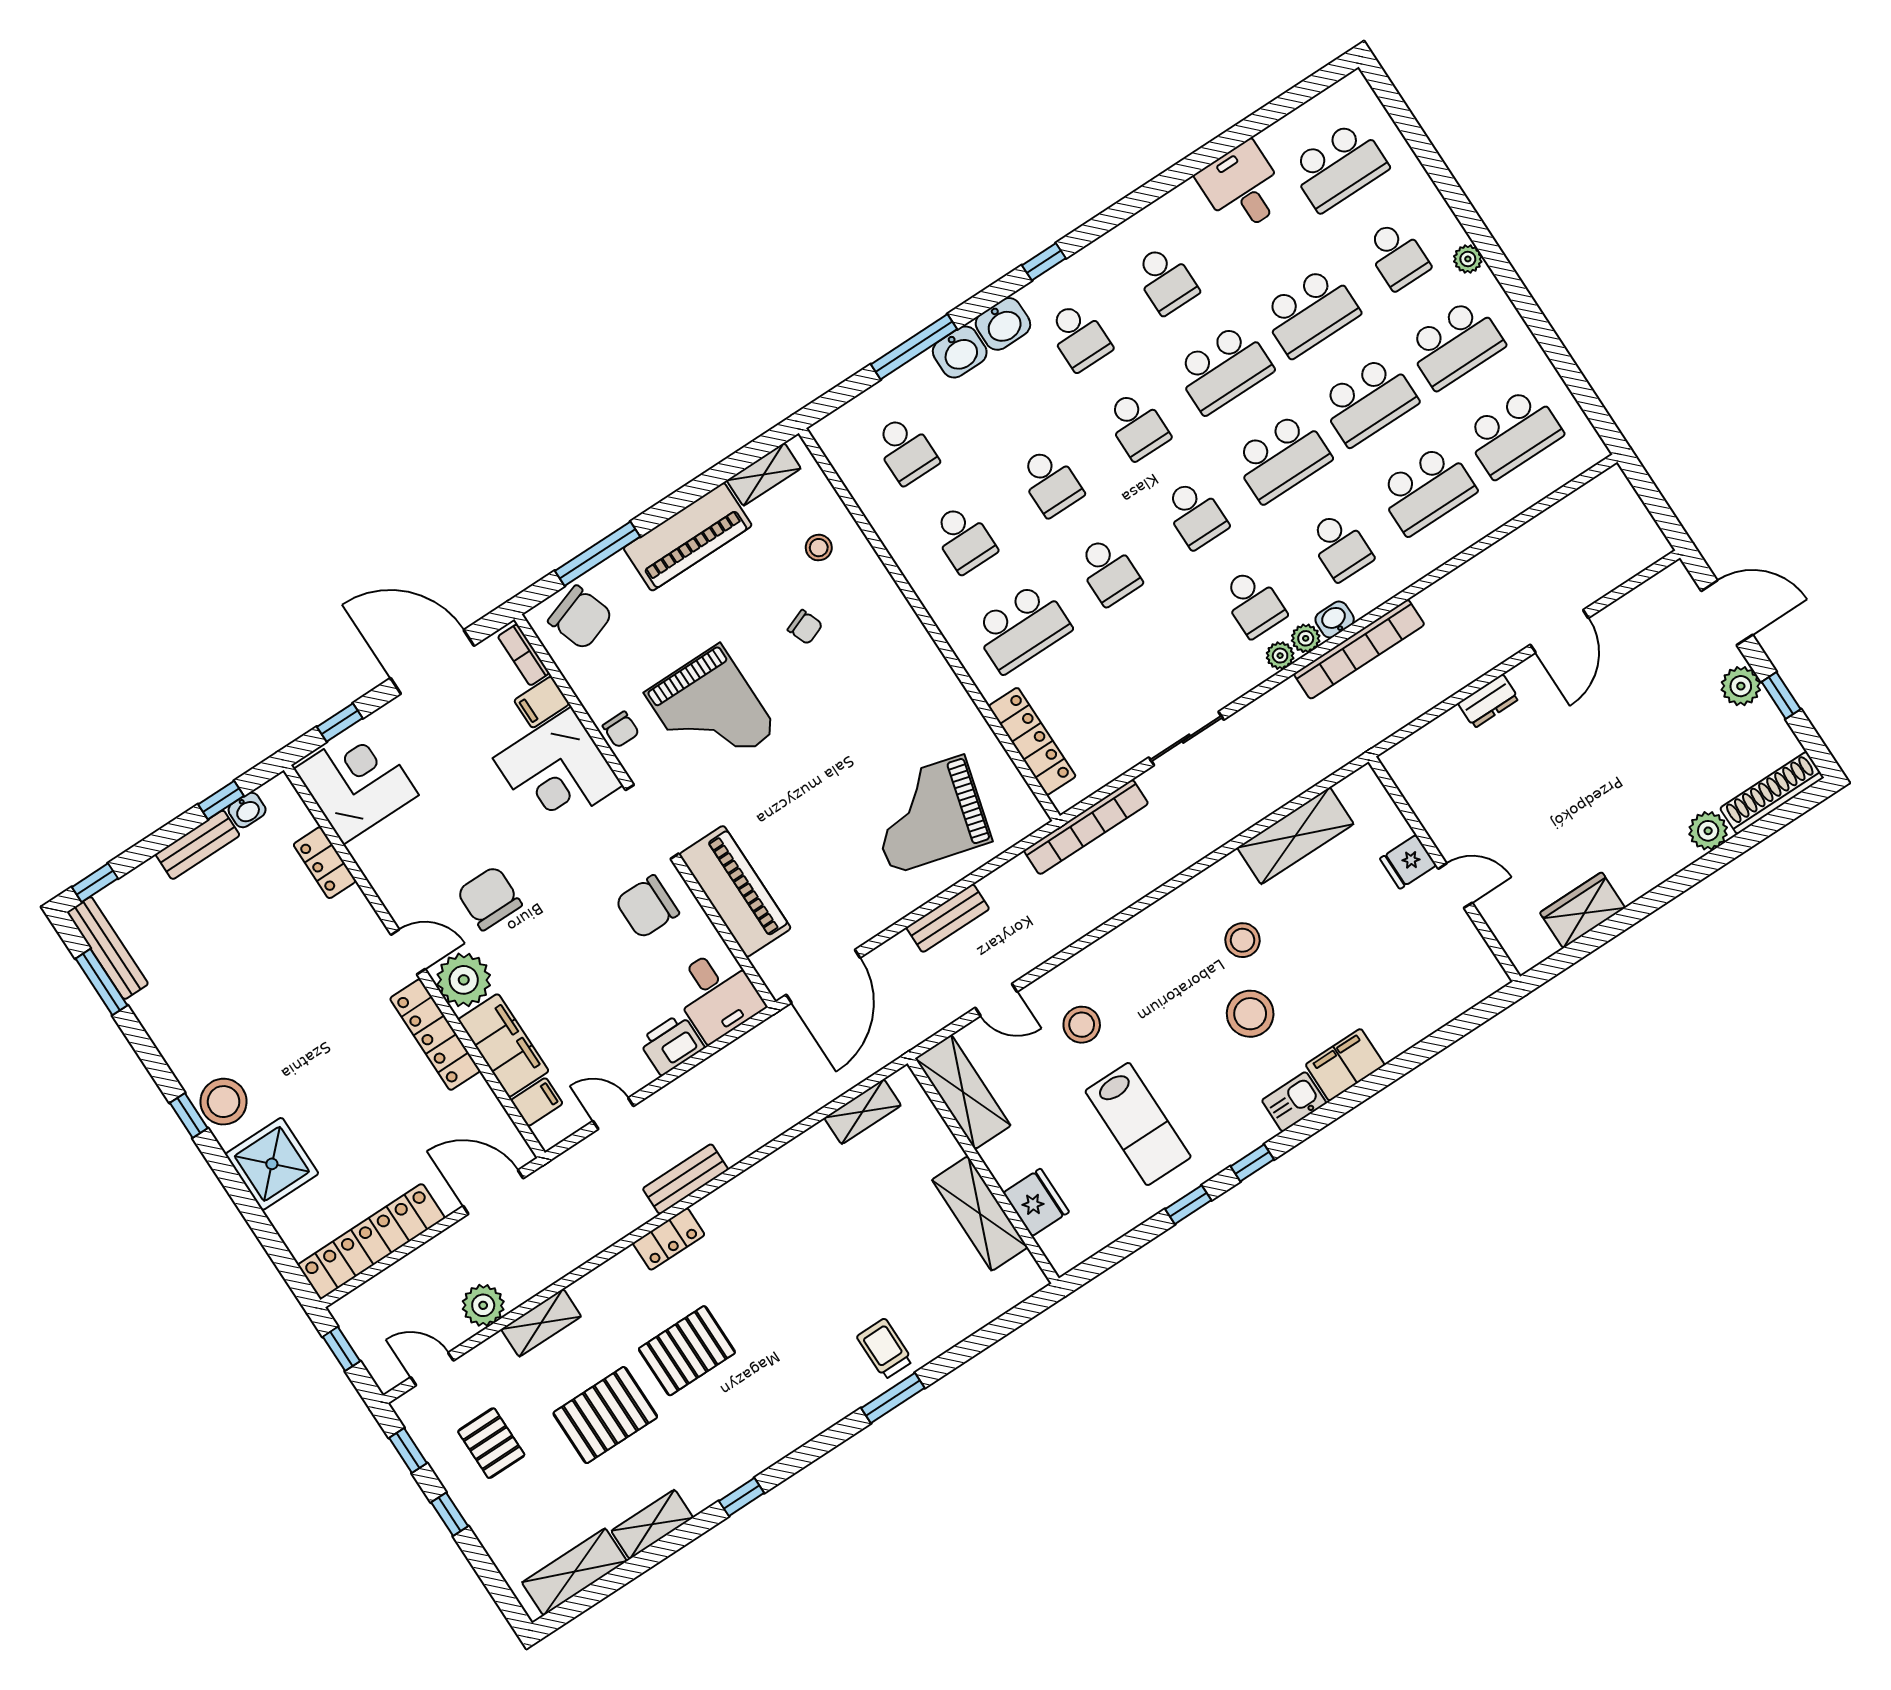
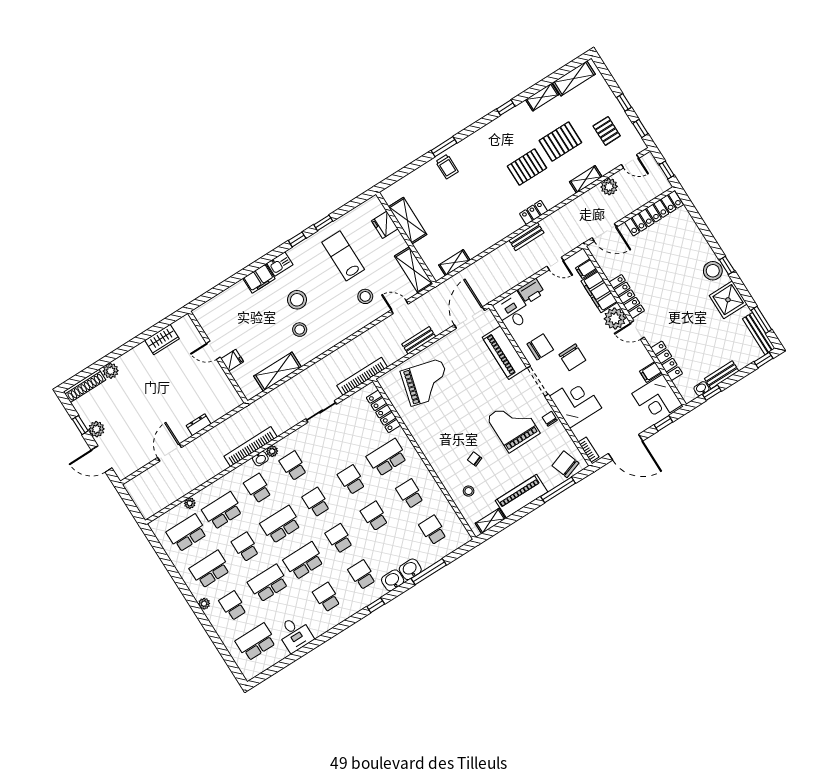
school desk: (1368, 401) -> (245, 547), width x0.54
plant: (1280, 656) -> (190, 503), moved
filing cabinet: (542, 702) -> (651, 372), moved, turned 180
locker: (325, 863) -> (667, 361), width x1.53
chair: (489, 898) -> (572, 357), moved
shower: (272, 1164) -> (728, 300), moved

